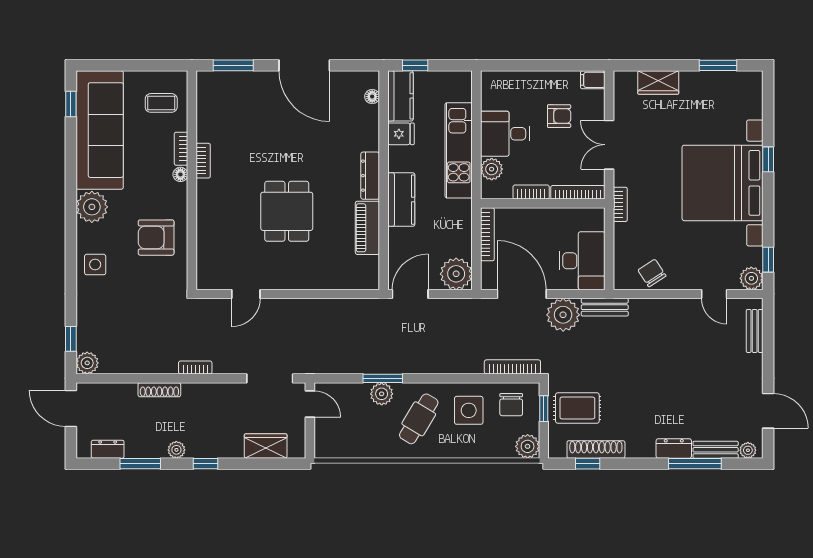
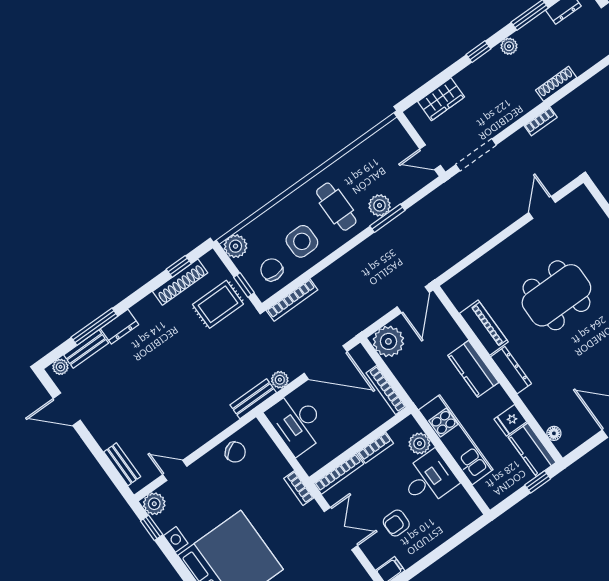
dining table: (287, 211) -> (556, 295), width x1.38
plant: (563, 315) -> (280, 380), width x0.53, depth x0.53
cafe table: (419, 419) -> (336, 207), turned -31

